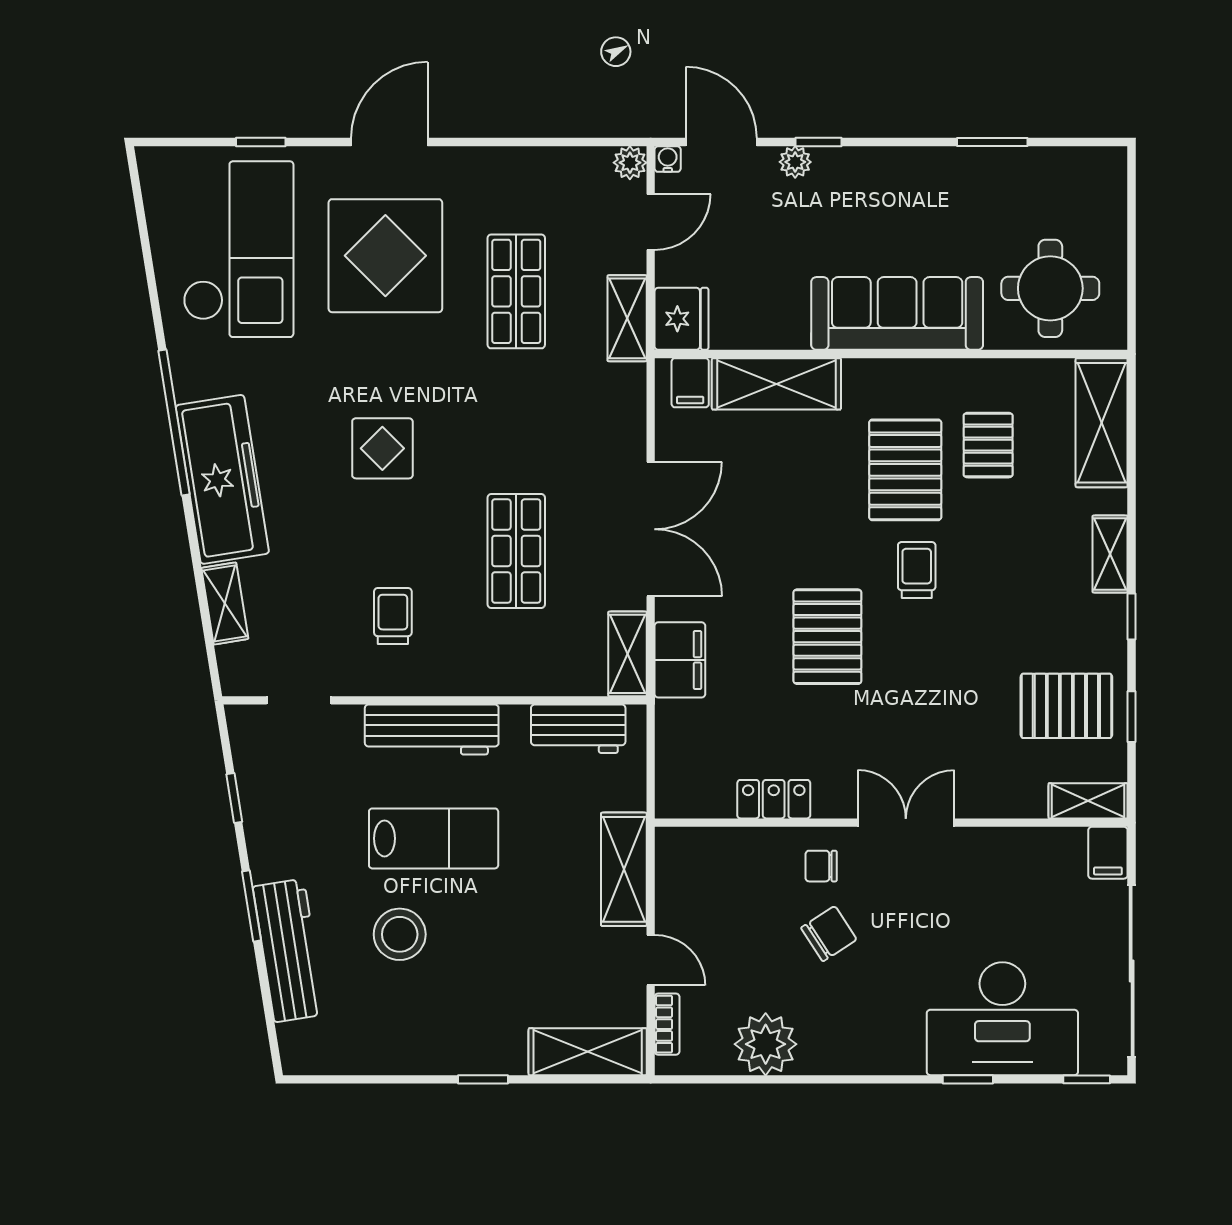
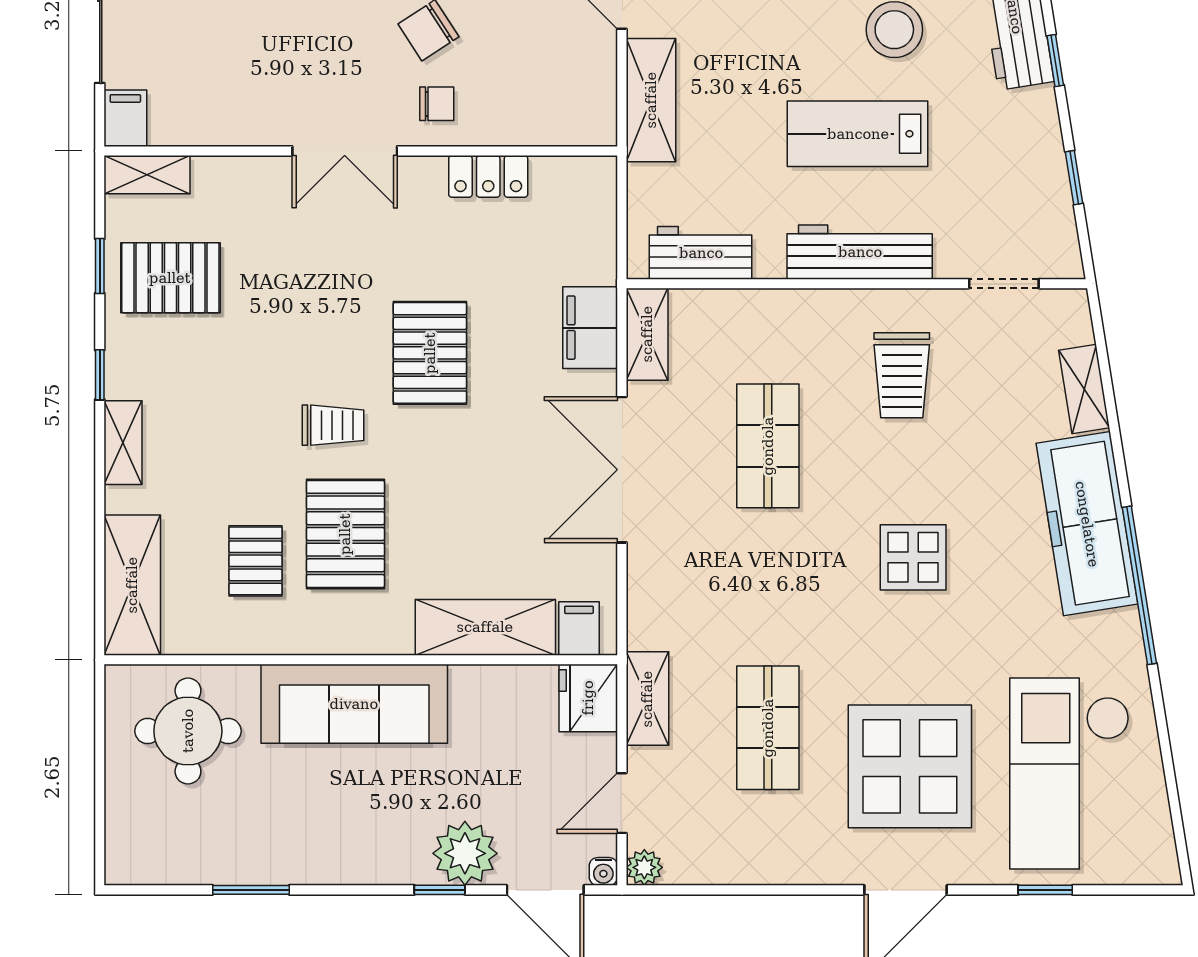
plant: (795, 162) -> (465, 853), width x1.88, depth x1.88
trolley: (917, 570) -> (333, 425), turned -90
trolley: (393, 616) -> (902, 375), width x1.36, depth x1.39
window: (251, 906) -> (1055, 61), width x0.67

